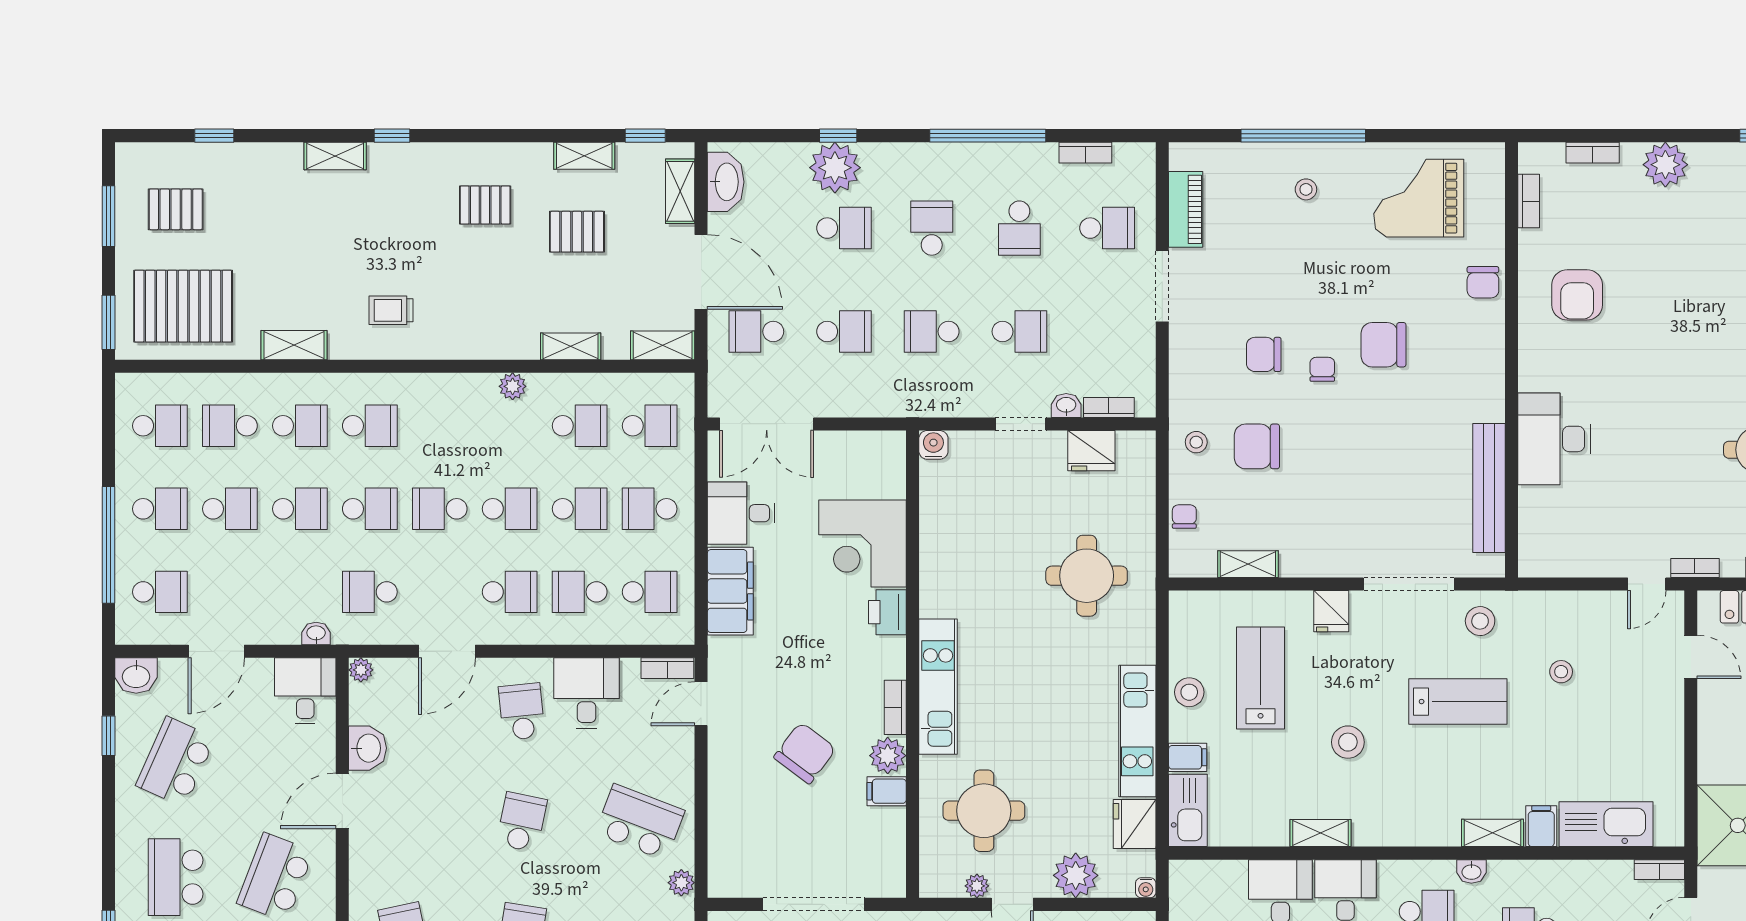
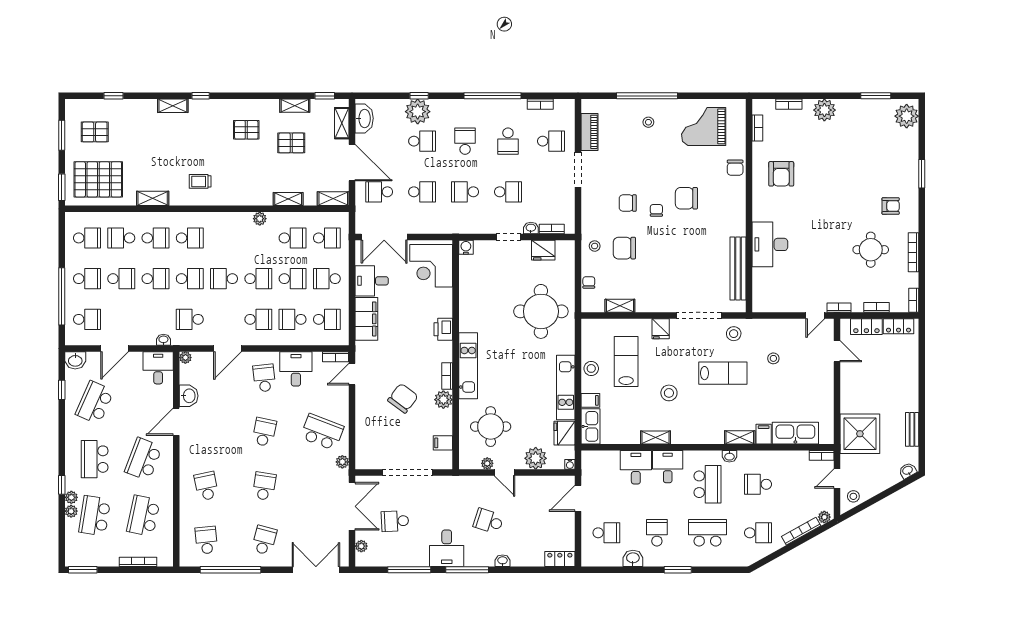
corner desk: (862, 543) -> (431, 266), moved
round table: (1087, 576) -> (541, 311), width x1.36, depth x1.36
filing cabinet: (887, 791) -> (443, 443), moved

